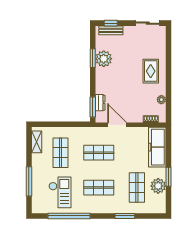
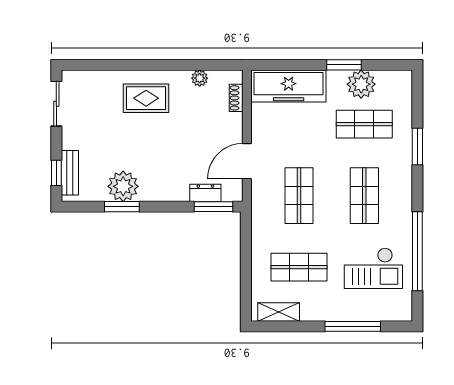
checkout: (60, 192) -> (373, 268), turned 180

